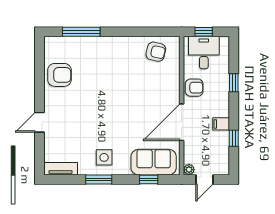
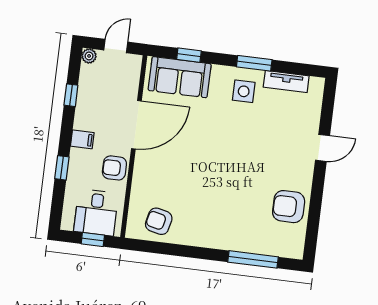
filing cabinet: (221, 124) -> (82, 139), moved
tv unit: (61, 169) -> (286, 82), moved
plant: (189, 170) -> (89, 56), moved

